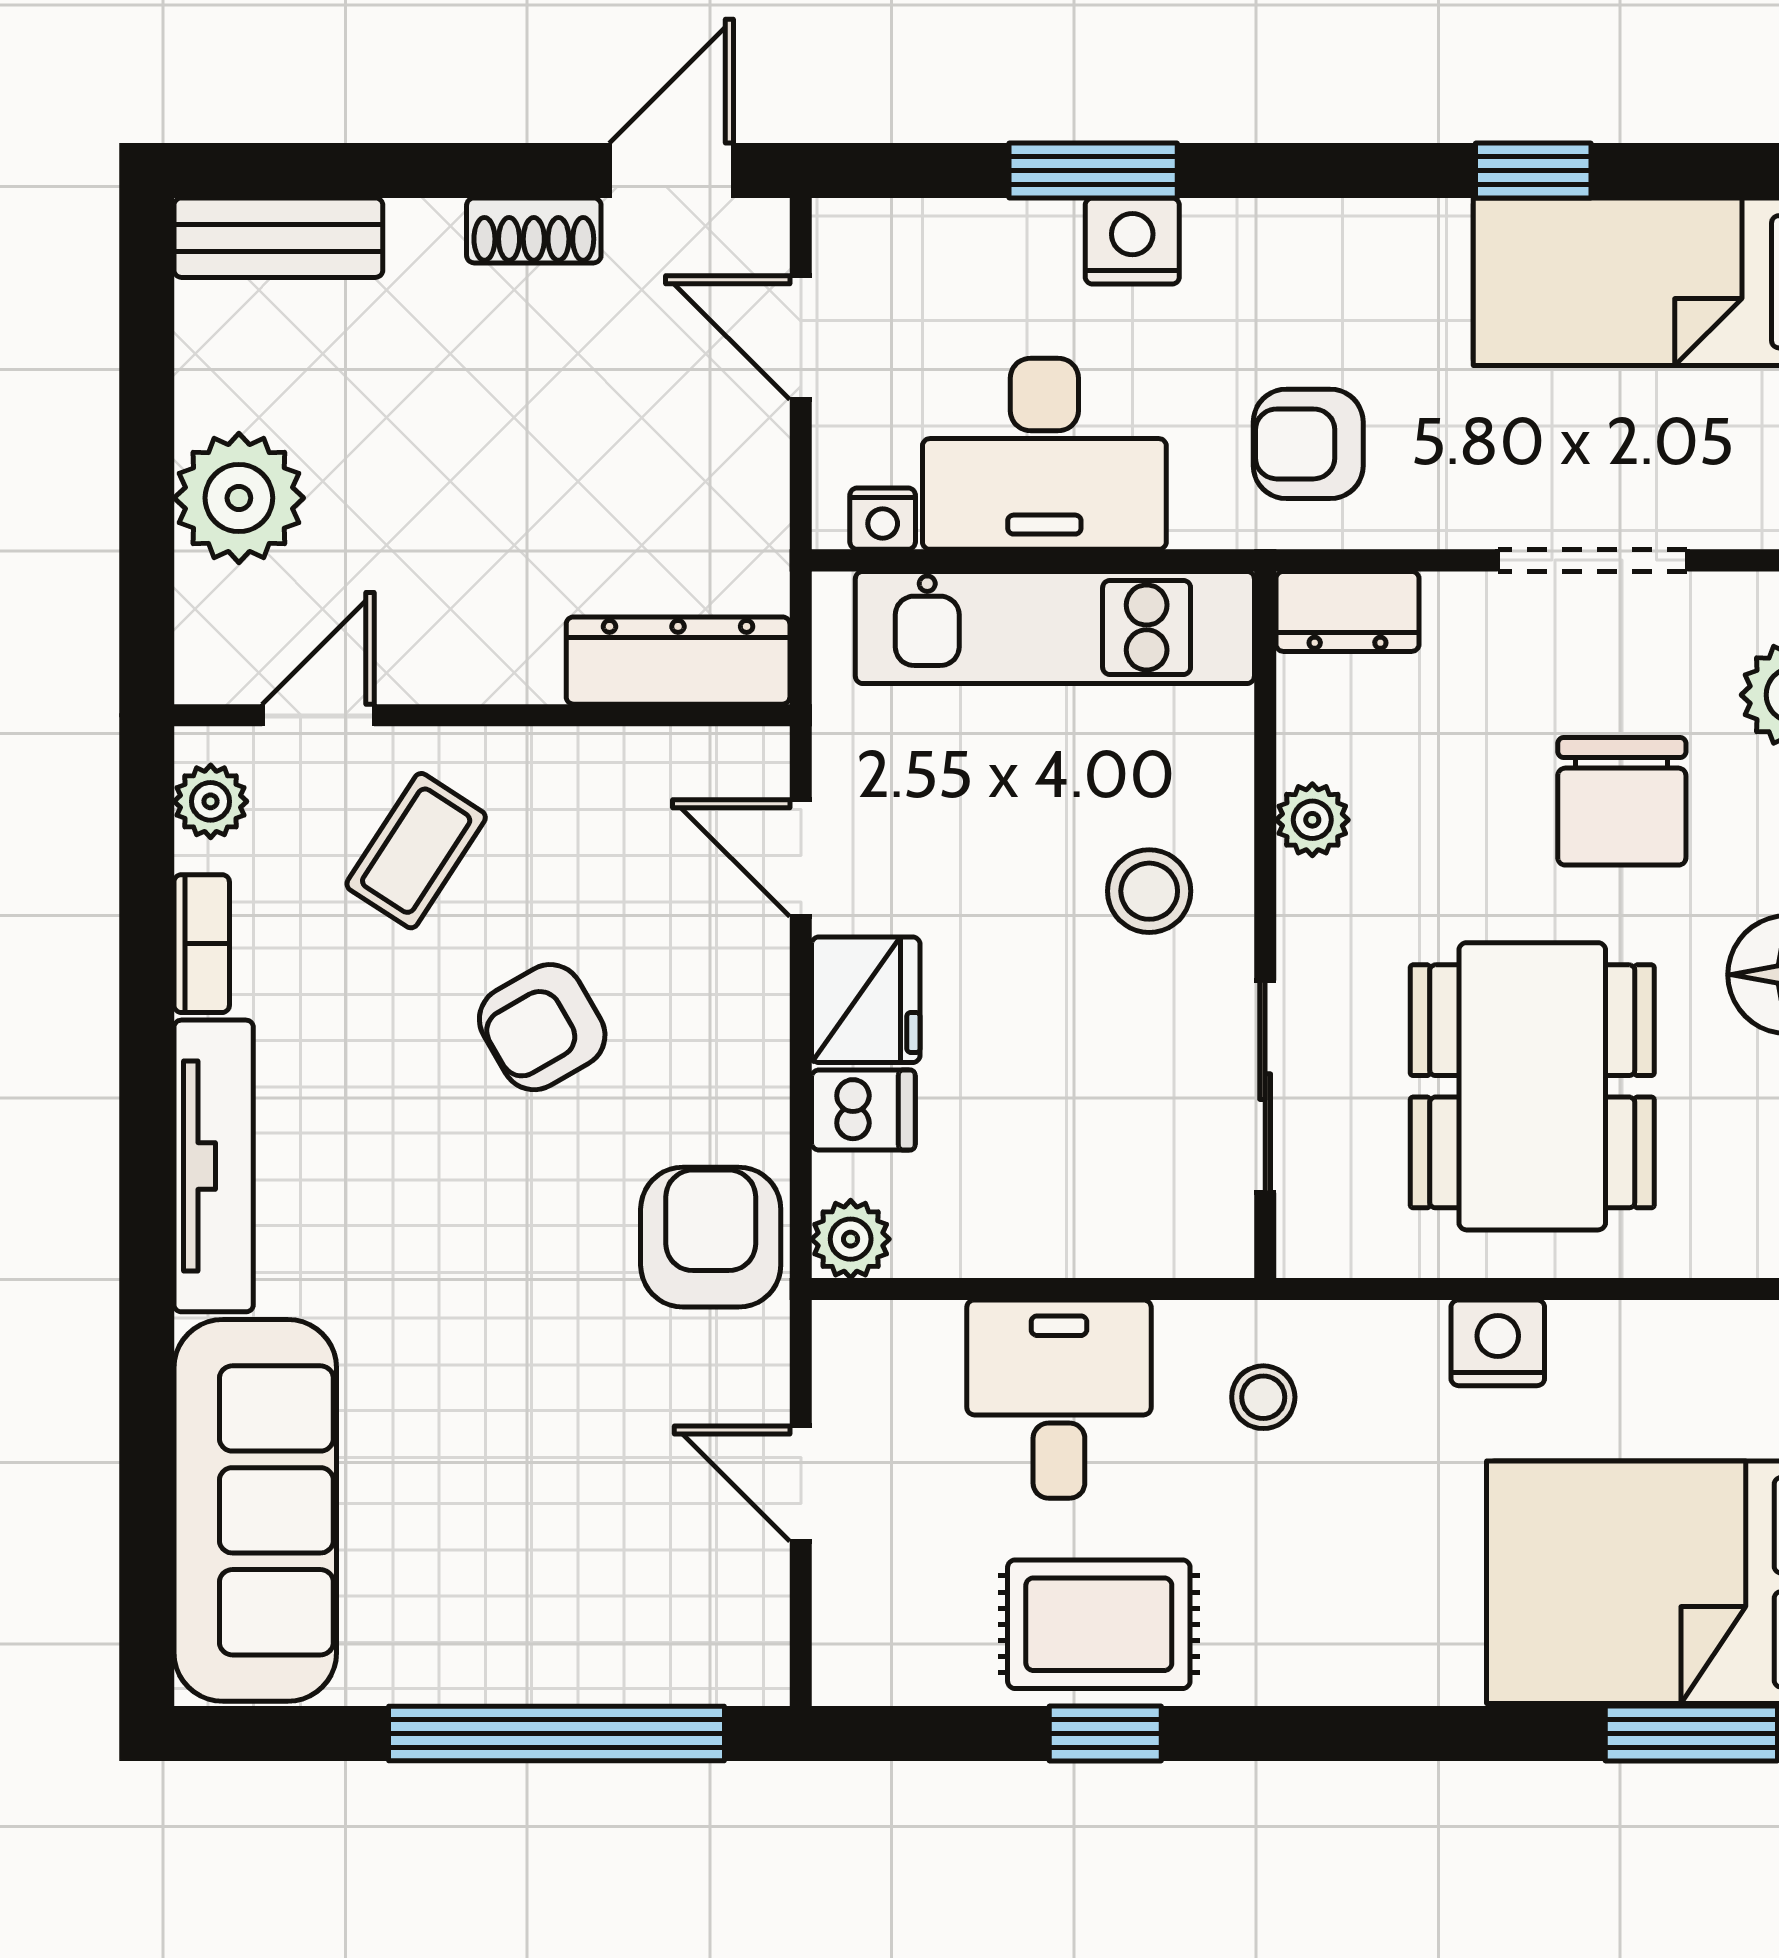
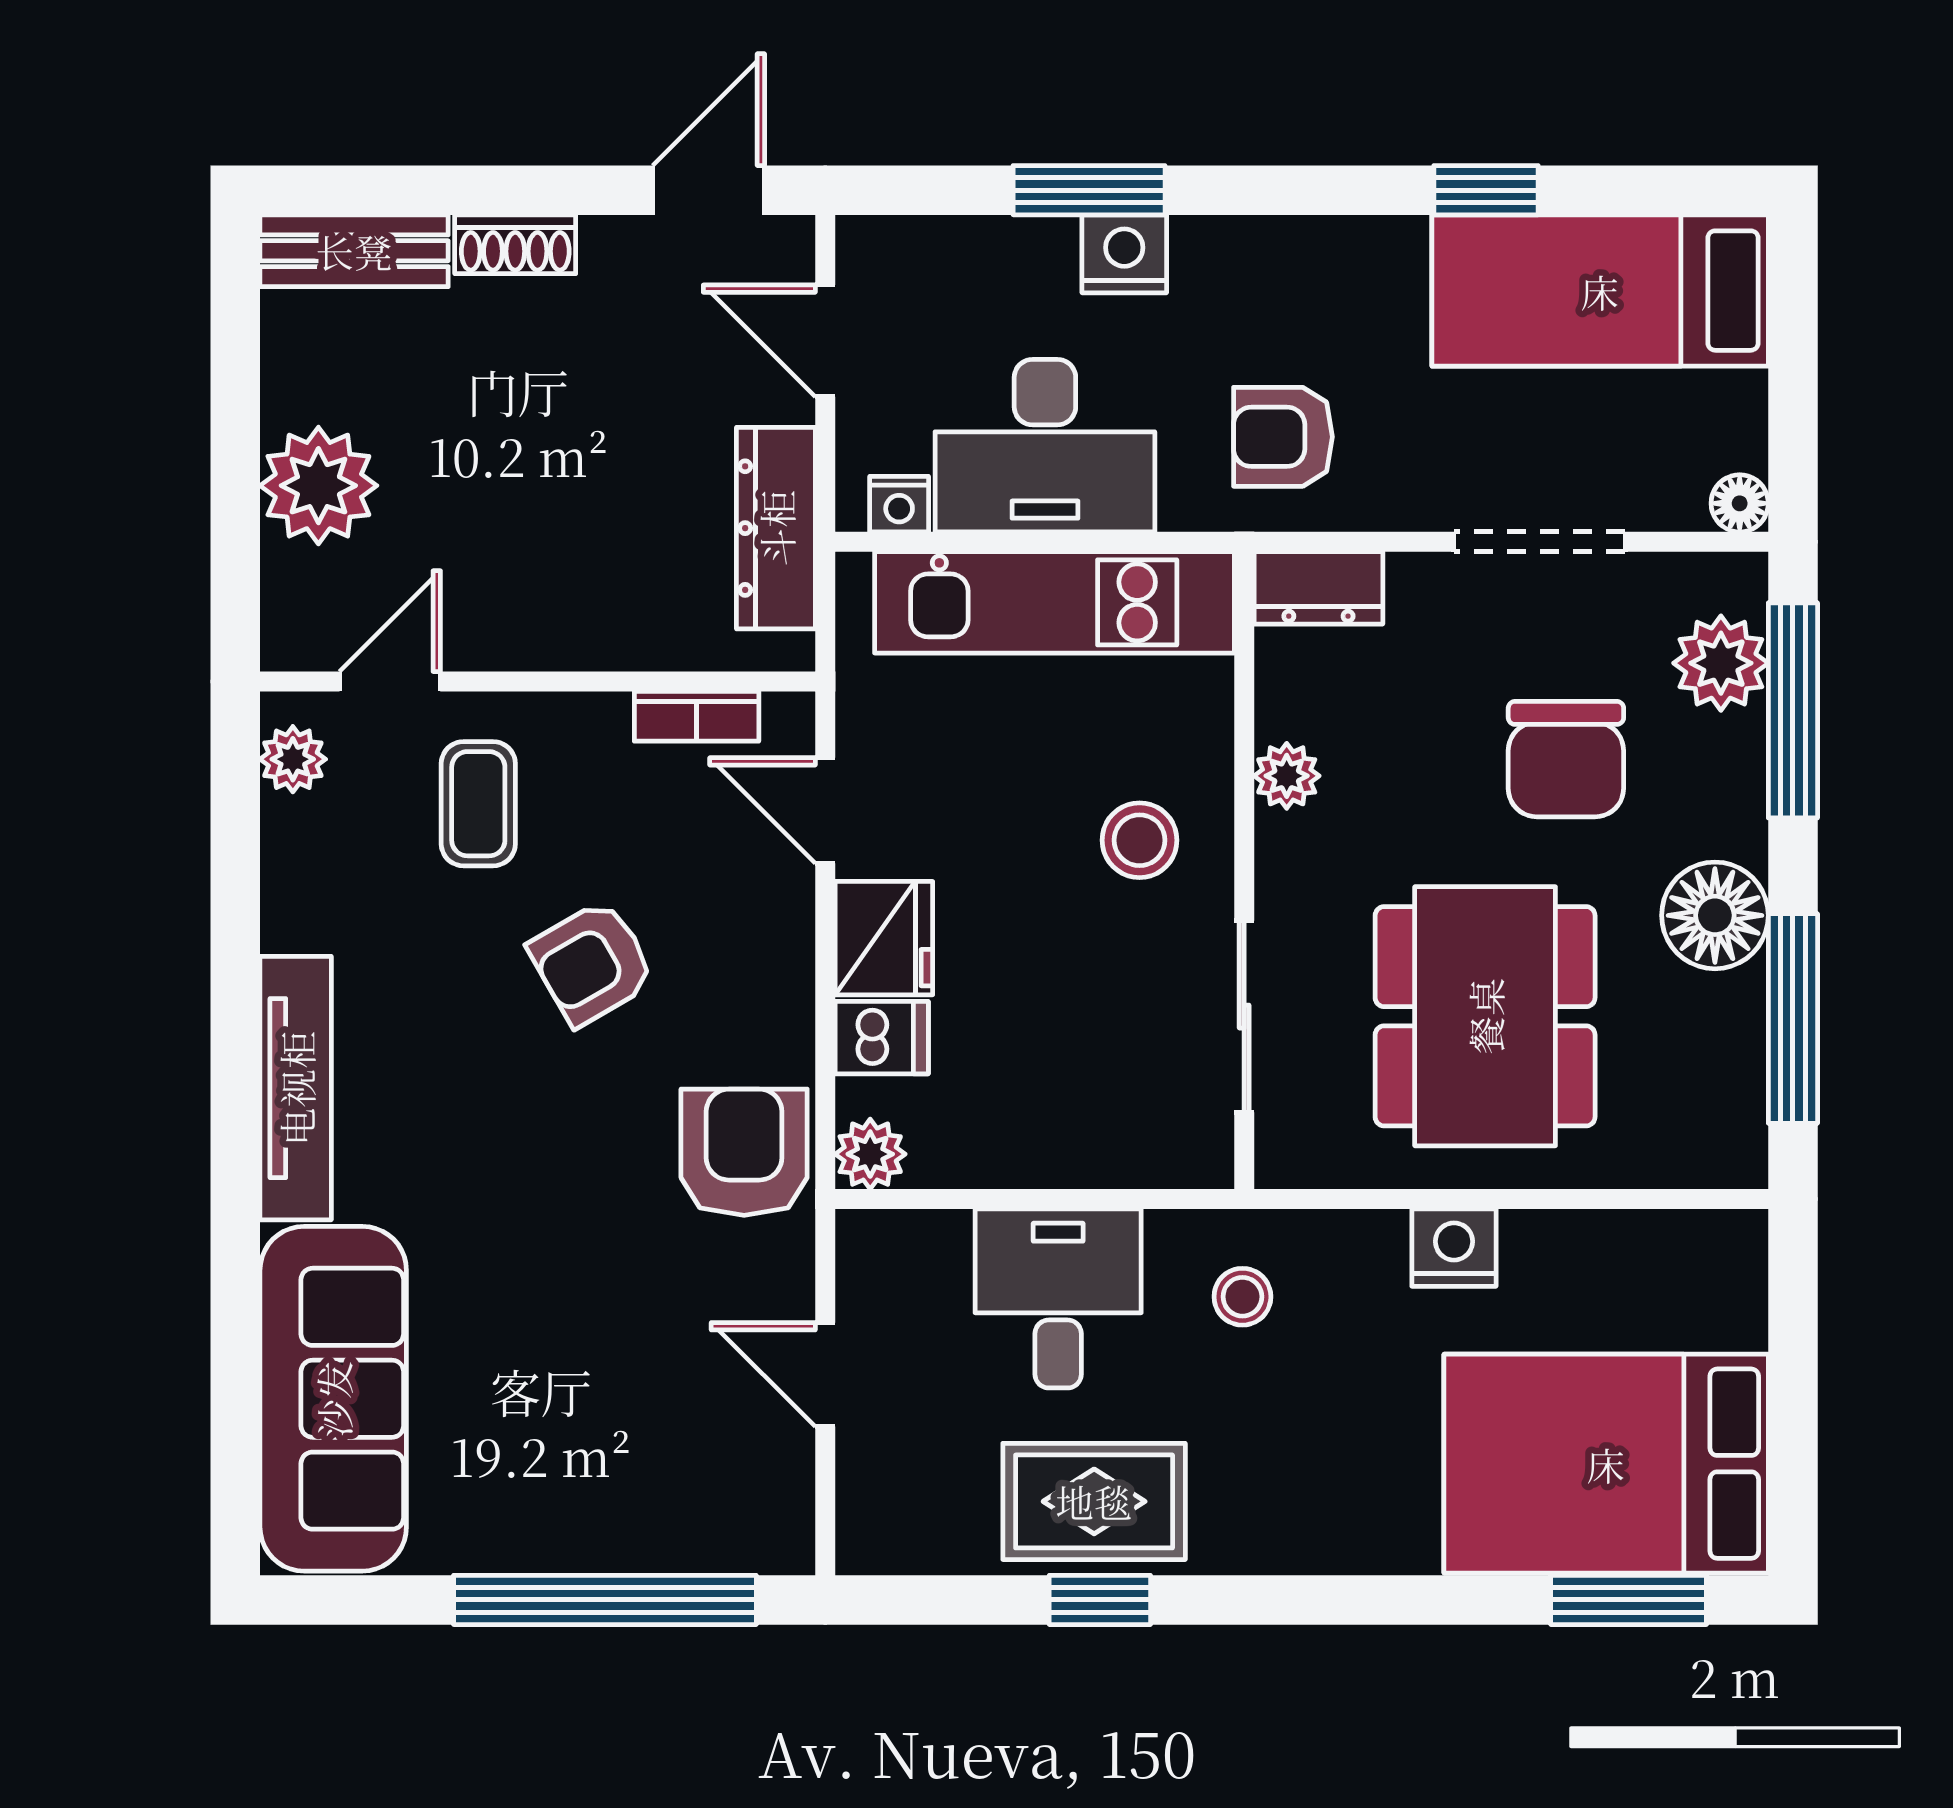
shoe rack: (534, 230) -> (515, 244), moved
dresser: (678, 661) -> (776, 528), moved, turned -90
coffee table: (416, 851) -> (478, 804), turned -33
bookcase: (202, 944) -> (697, 716), moved, turned 90

